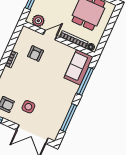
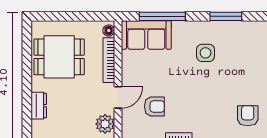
door: (50, 35) -> (118, 97), swing flipped
side table: (28, 107) -> (206, 53), moved
window: (69, 118) -> (226, 16), width x0.69

